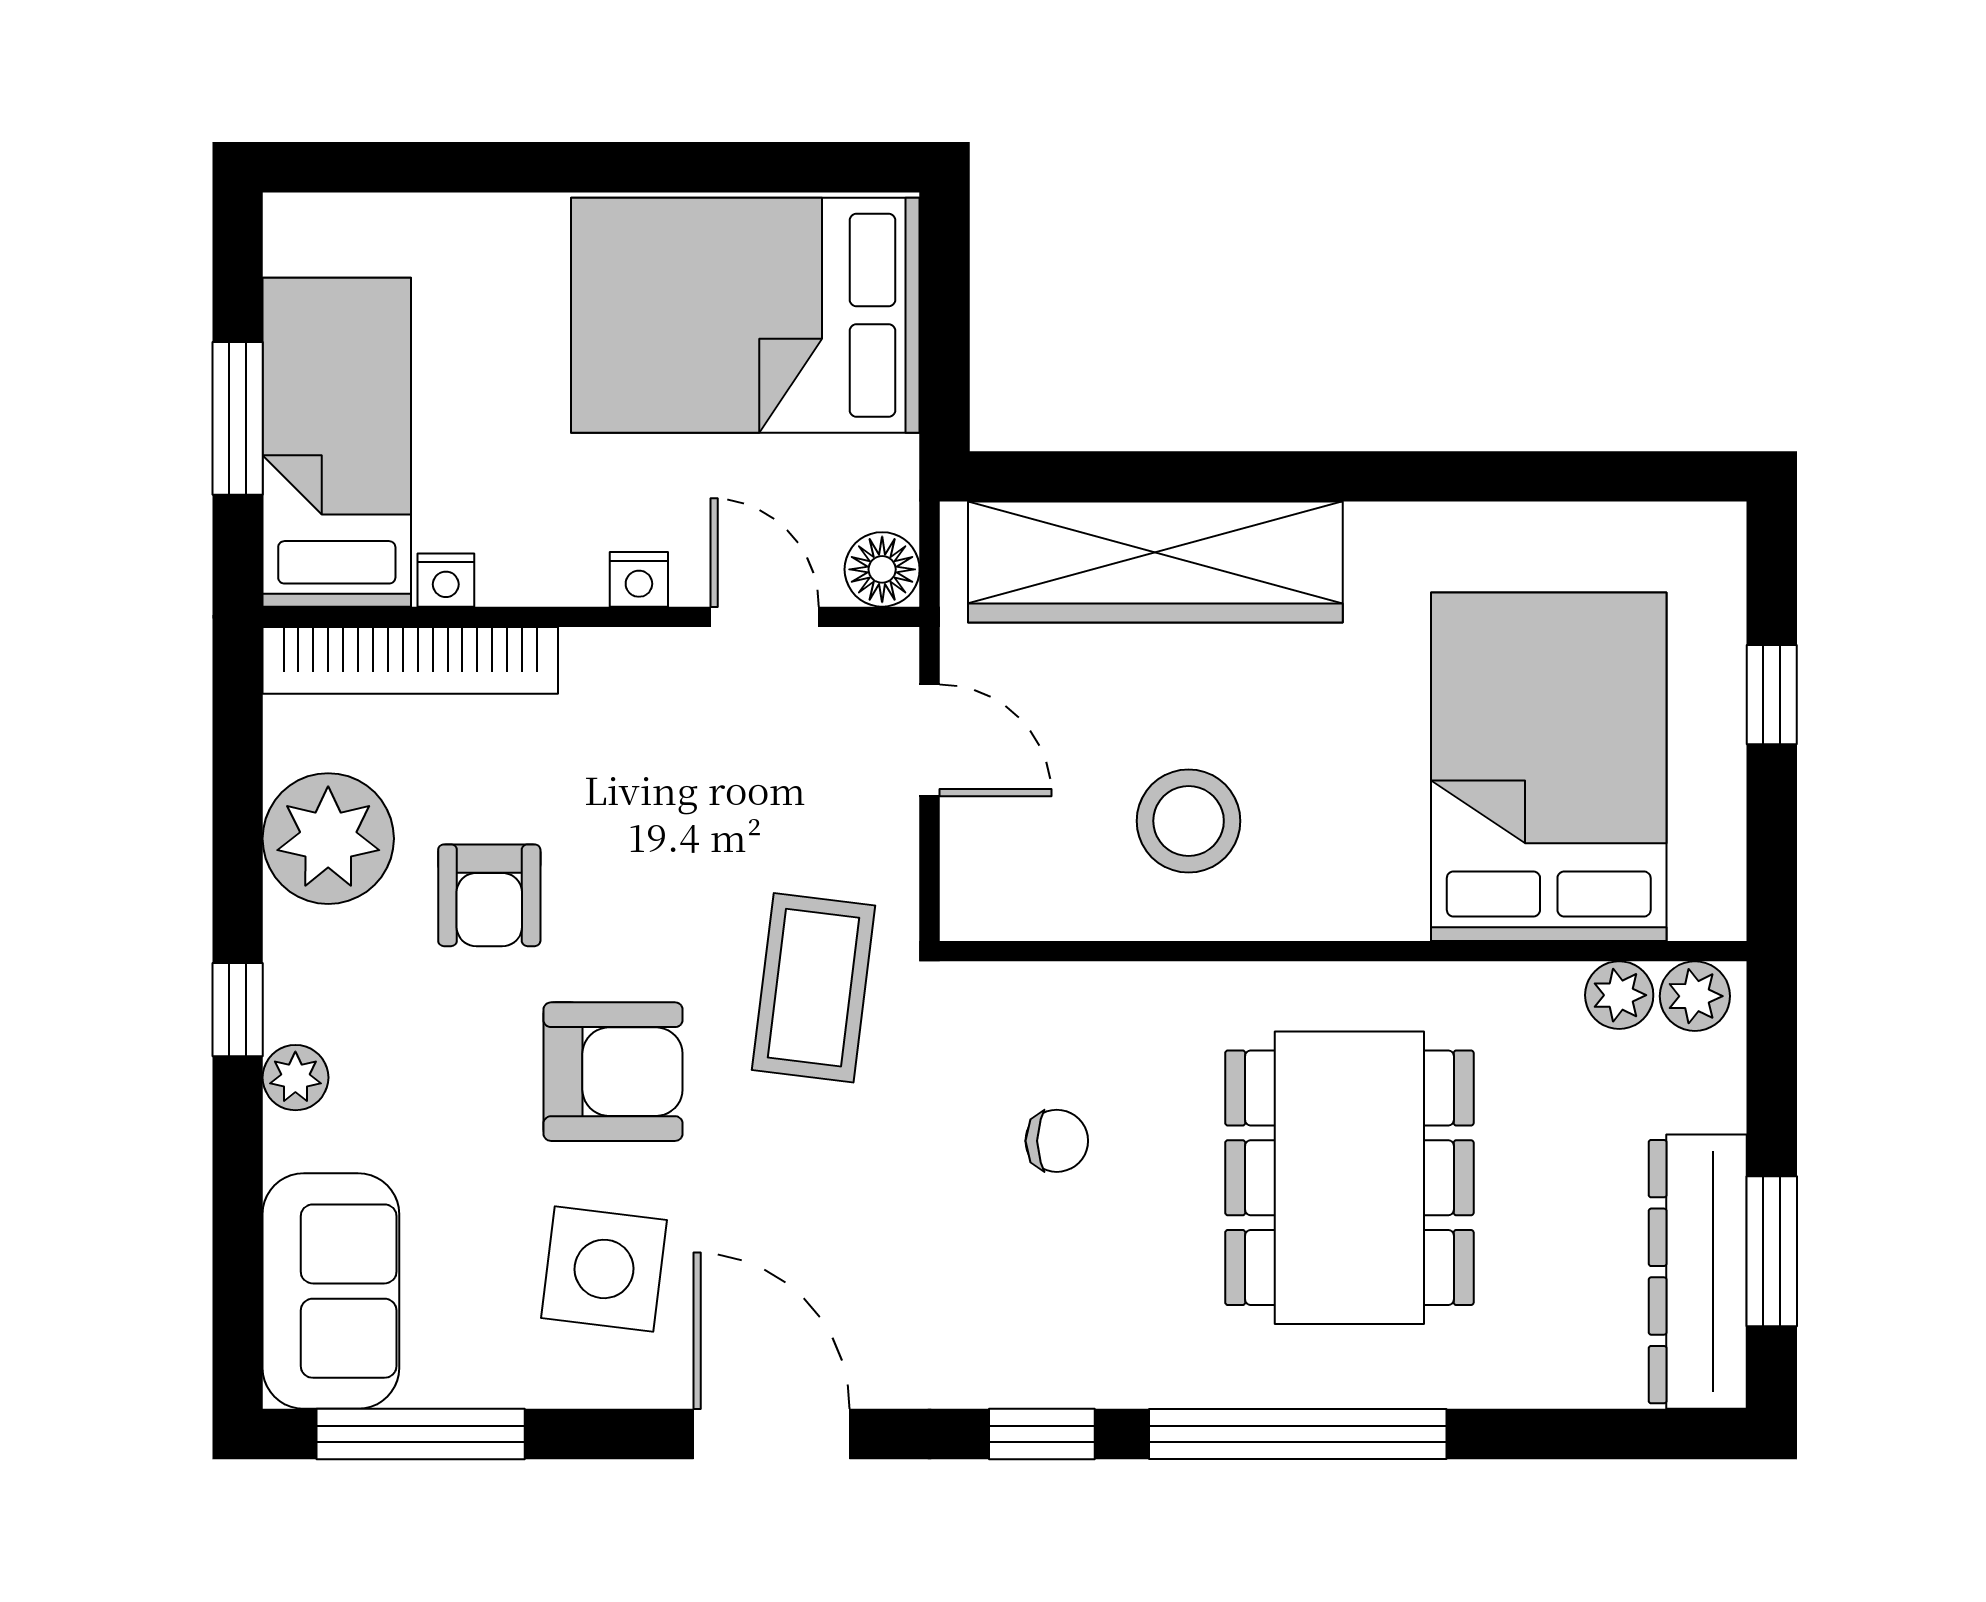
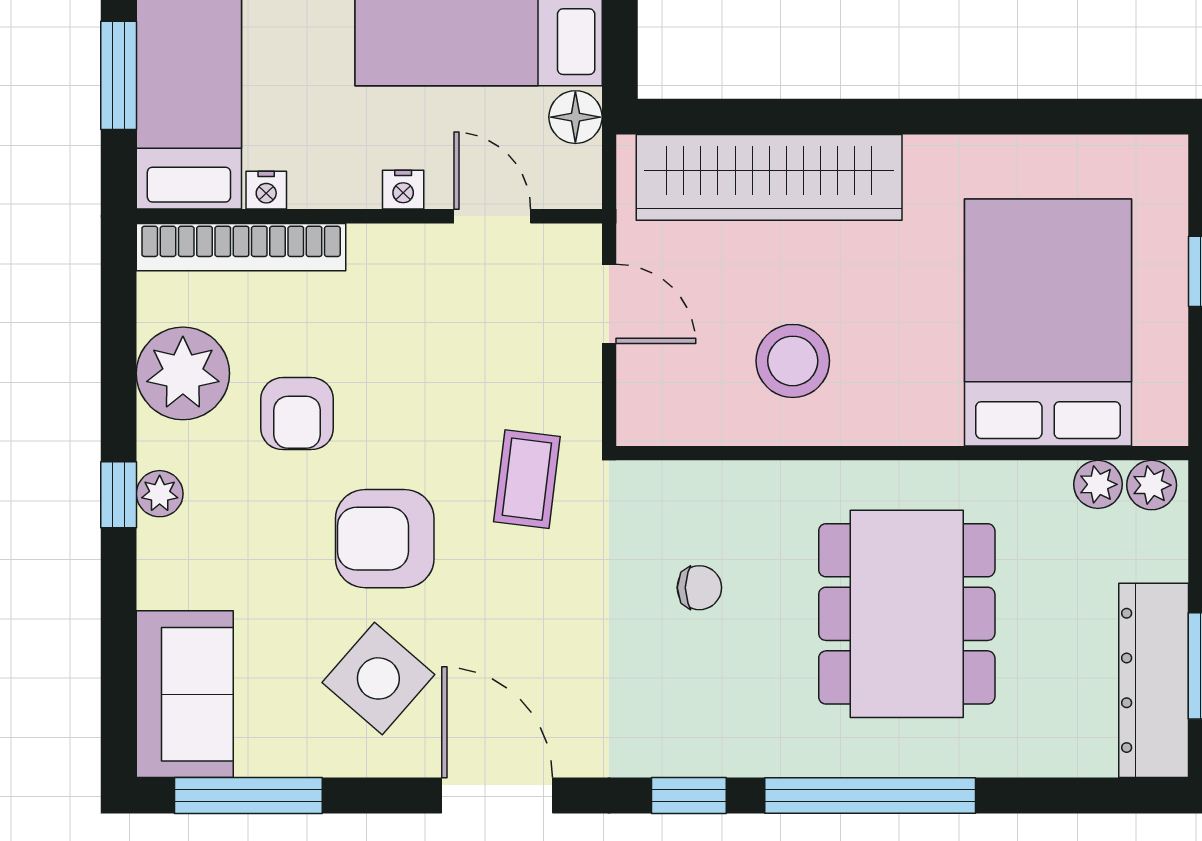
floor lamp: (882, 569) -> (575, 117), moved
coffee table: (814, 988) -> (527, 479), width x0.73, depth x0.77
armchair: (613, 1072) -> (385, 539), turned 180
plant: (295, 1078) -> (160, 494), moved
side table: (604, 1269) -> (378, 678), turned 34

